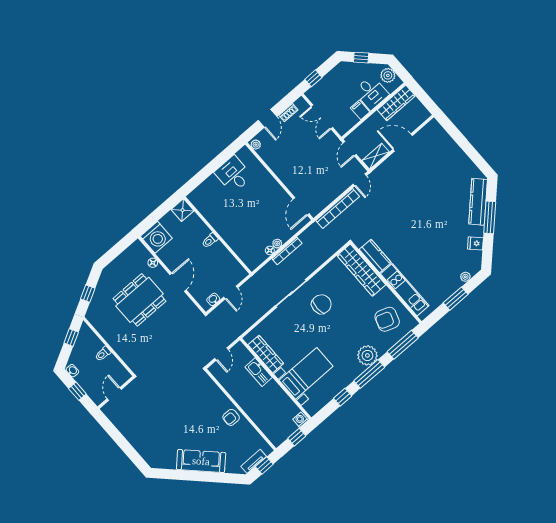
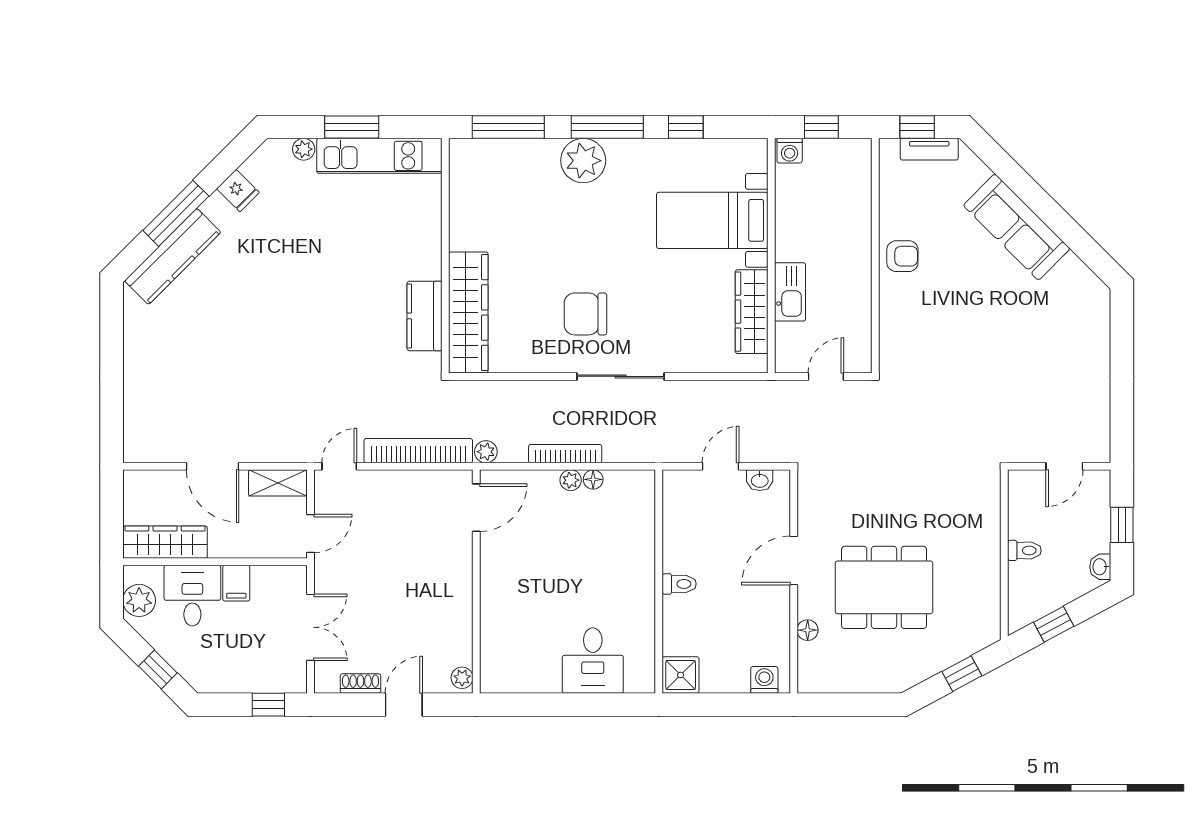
desk: (233, 174) -> (593, 660), moved
plant: (314, 228) -> (486, 452), added
washing machine: (156, 237) -> (764, 680), width x0.53, depth x0.53
kitchen unit: (405, 290) -> (379, 156), moved, turned -90
armchair: (387, 319) -> (497, 192), removed

